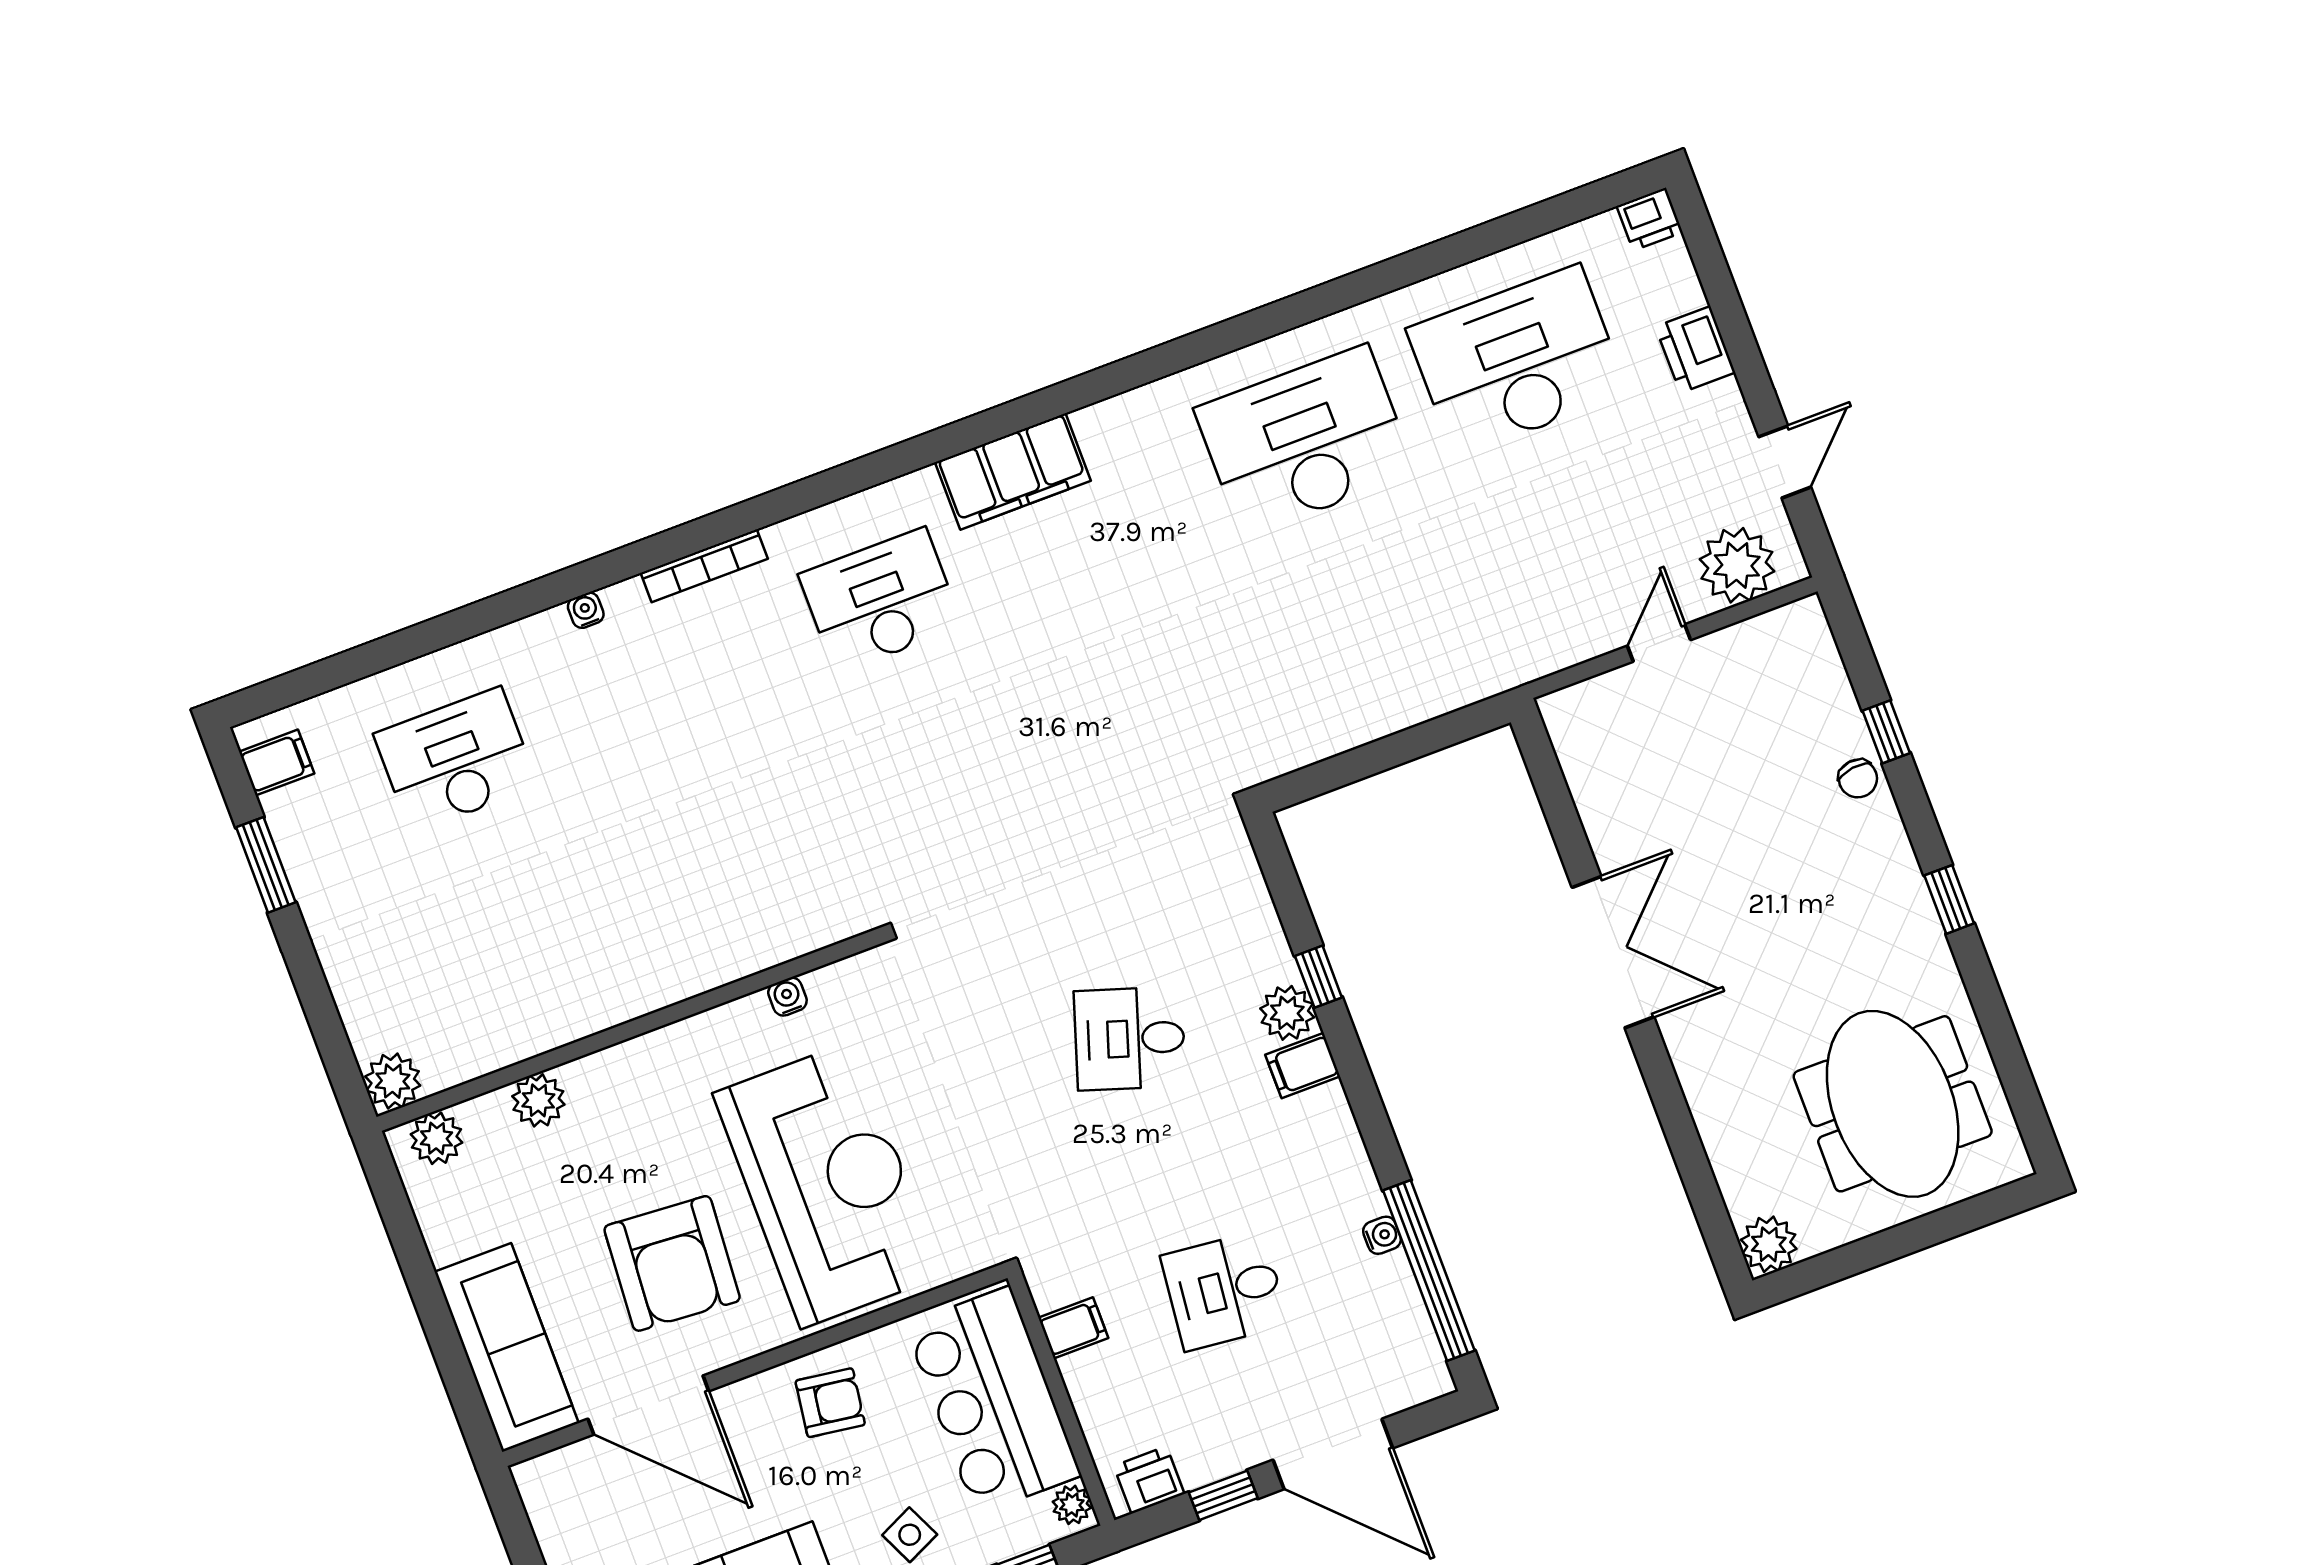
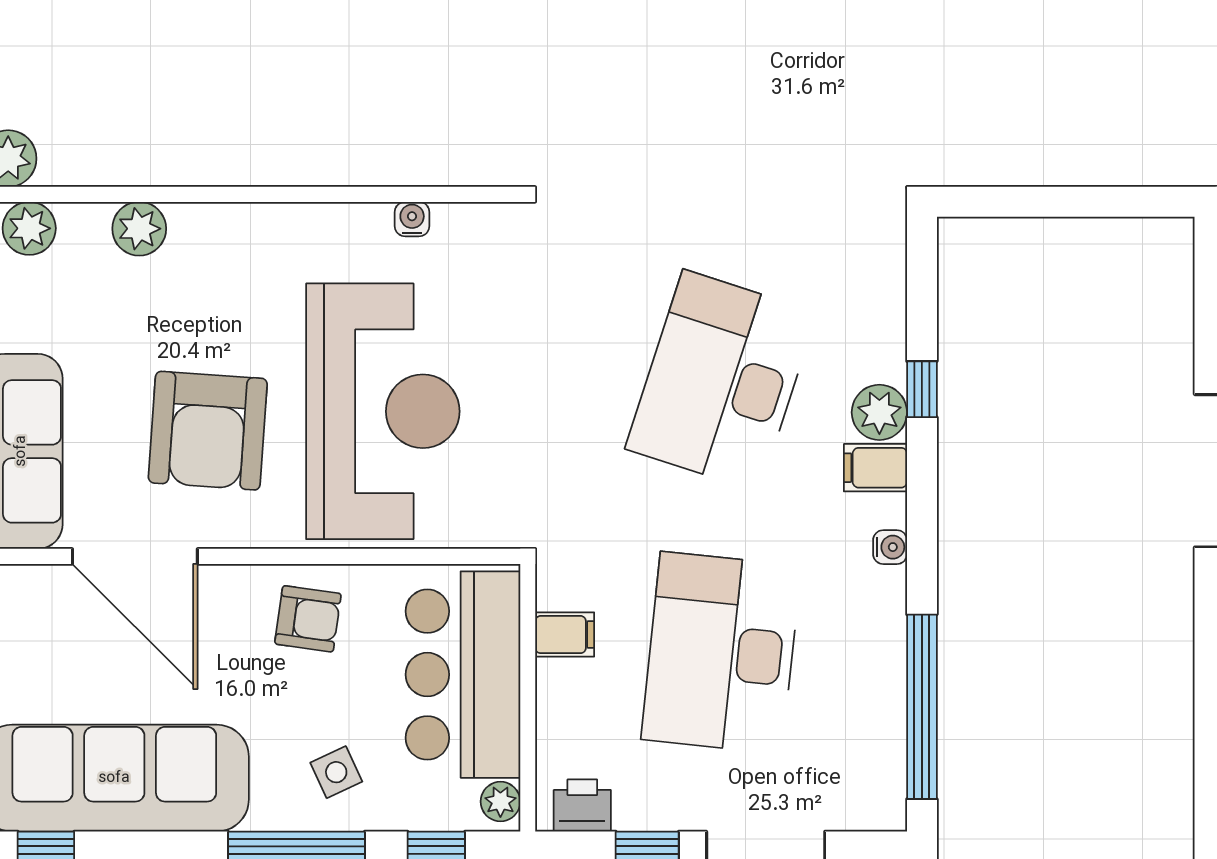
desk: (1130, 1039) -> (721, 381), width x1.87, depth x1.30
water cooler: (1382, 1235) -> (890, 547), moved
desk: (1224, 1290) -> (721, 653), width x1.87, depth x1.30

